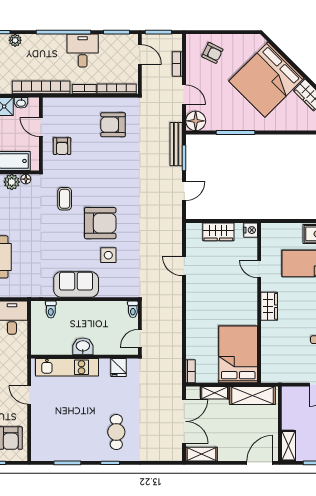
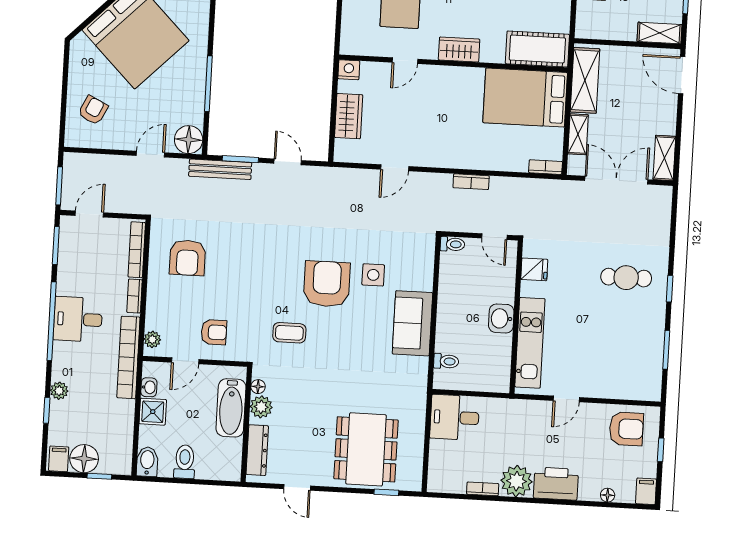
desk: (83, 51) -> (78, 319), moved
bookcase: (177, 64) -> (471, 182), moved
plant: (55, 103) -> (152, 339), added
cot: (273, 361) -> (537, 49), added

